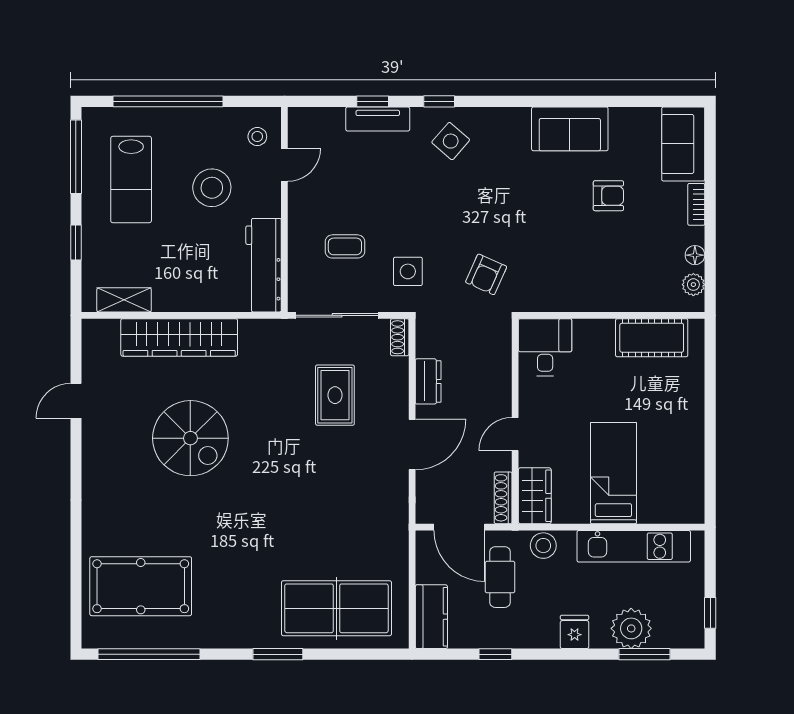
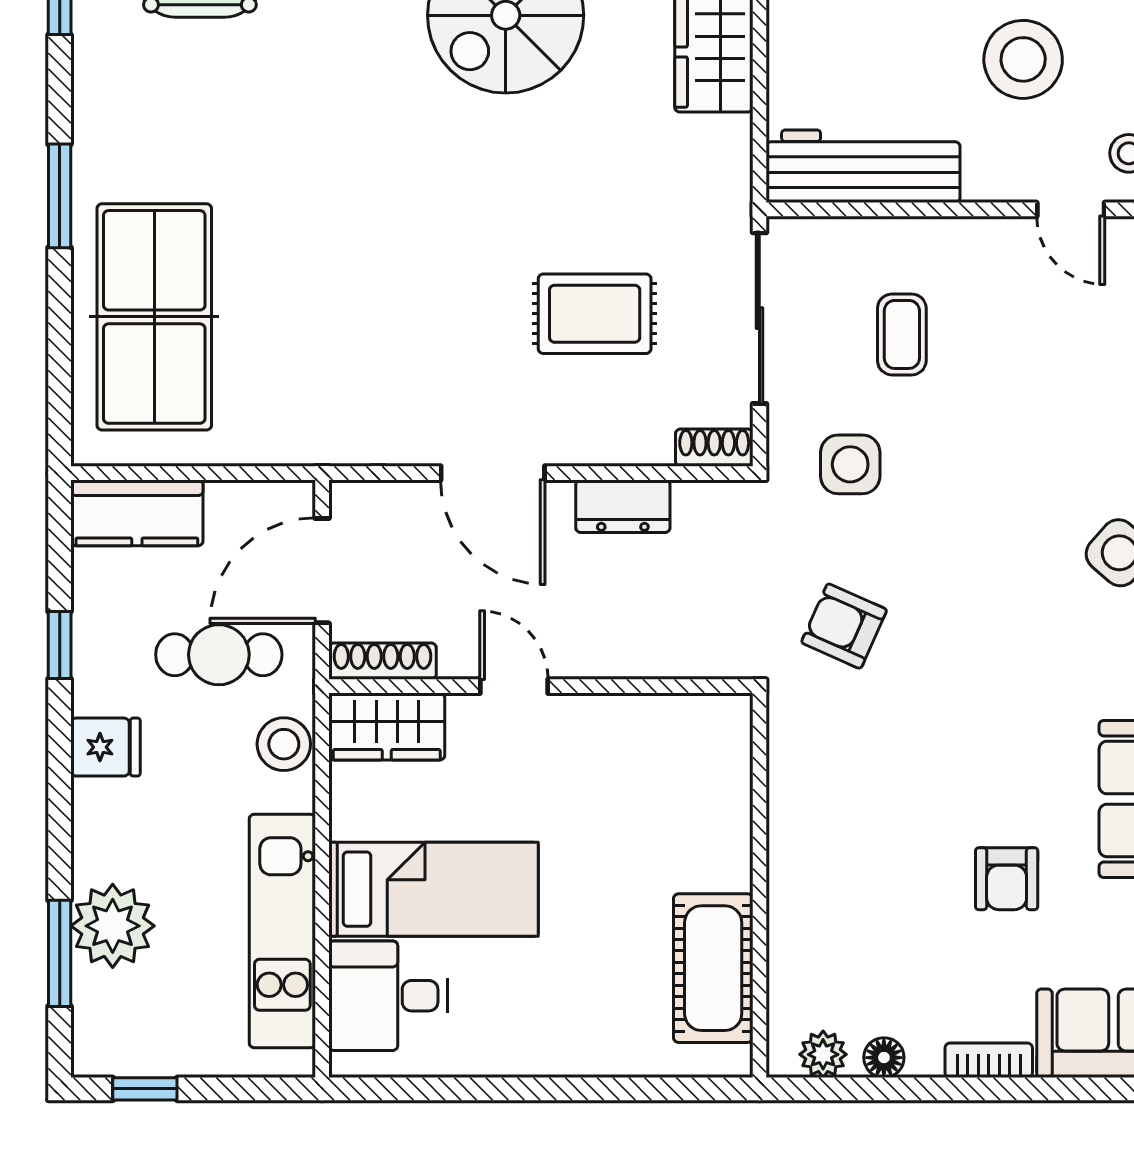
desk: (545, 347) -> (388, 996), moved, turned 180
fridge: (575, 632) -> (105, 747), moved

